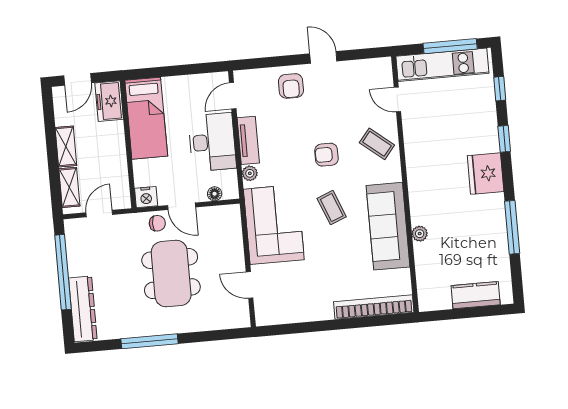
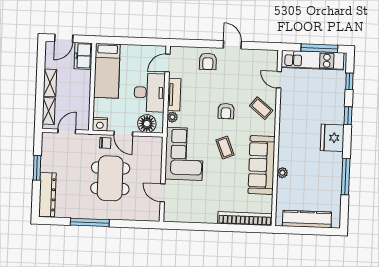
armchair: (326, 155) -> (226, 111), turned -90
floor lamp: (215, 194) -> (147, 124), width x1.89, depth x1.89
window: (63, 272) -> (37, 168), width x0.47
kitchen counter: (476, 295) -> (307, 219), width x1.50

